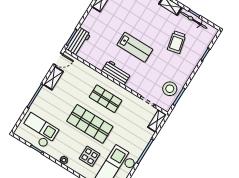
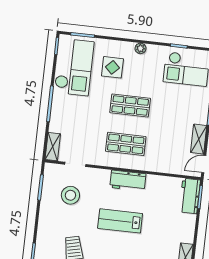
stool: (170, 89) -> (70, 195), moved
shop shelf: (90, 124) -> (130, 106), width x0.70, depth x0.74

